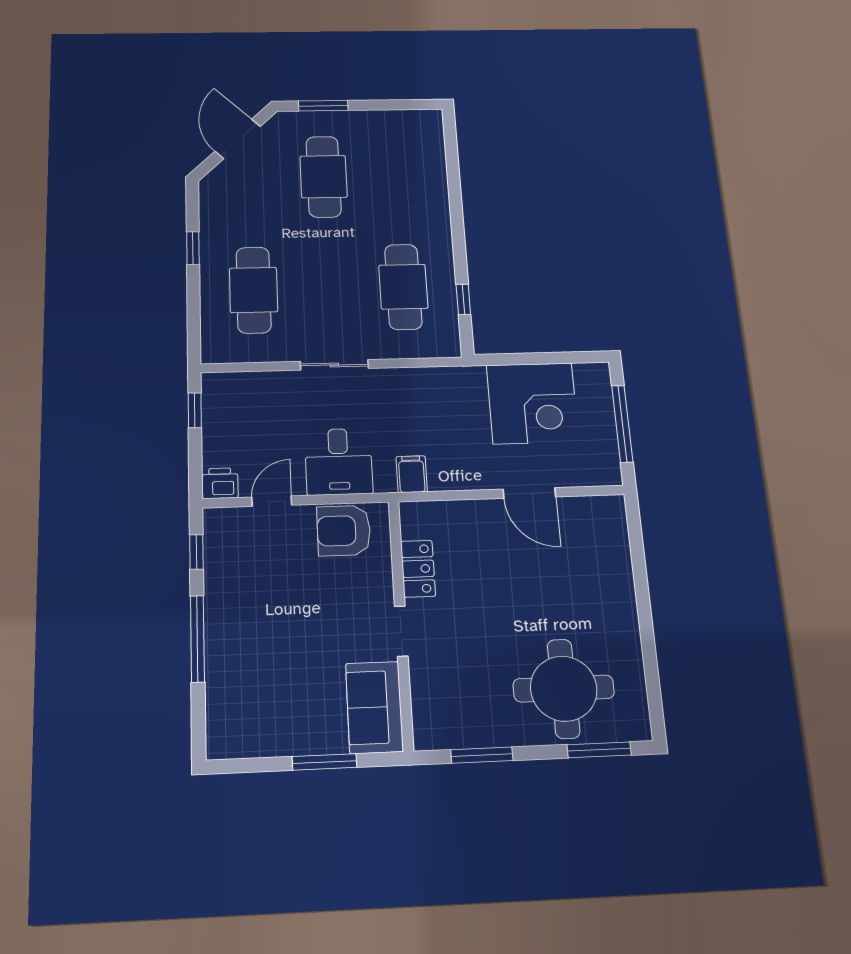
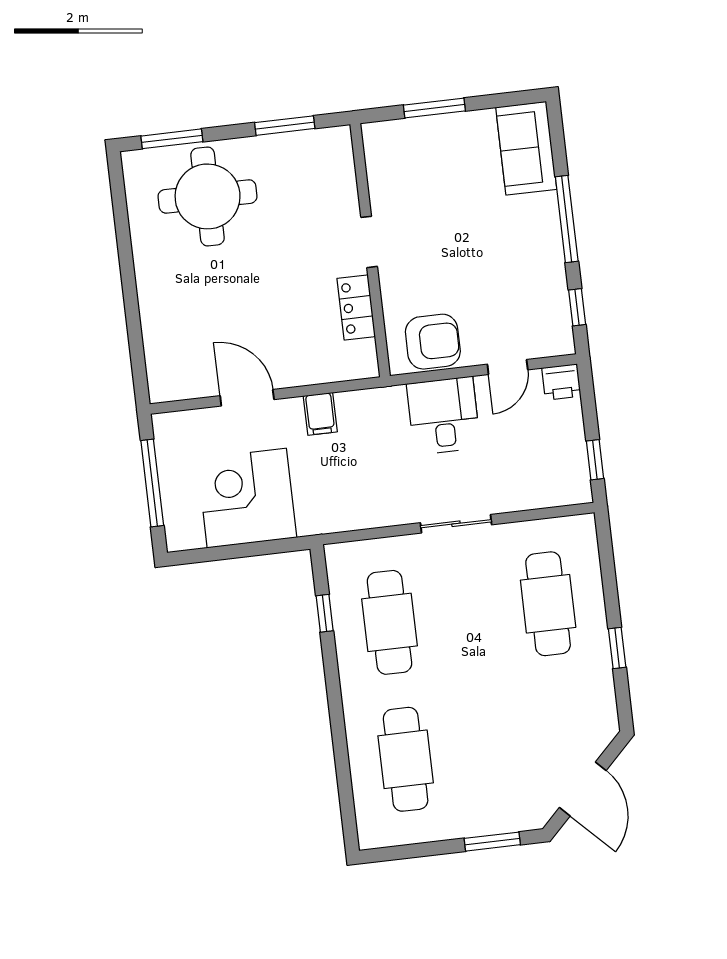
cafe table: (324, 177) -> (406, 759), moved
filing cabinet: (412, 474) -> (320, 414), moved
sofa: (374, 707) -> (526, 148), moved, turned 180

